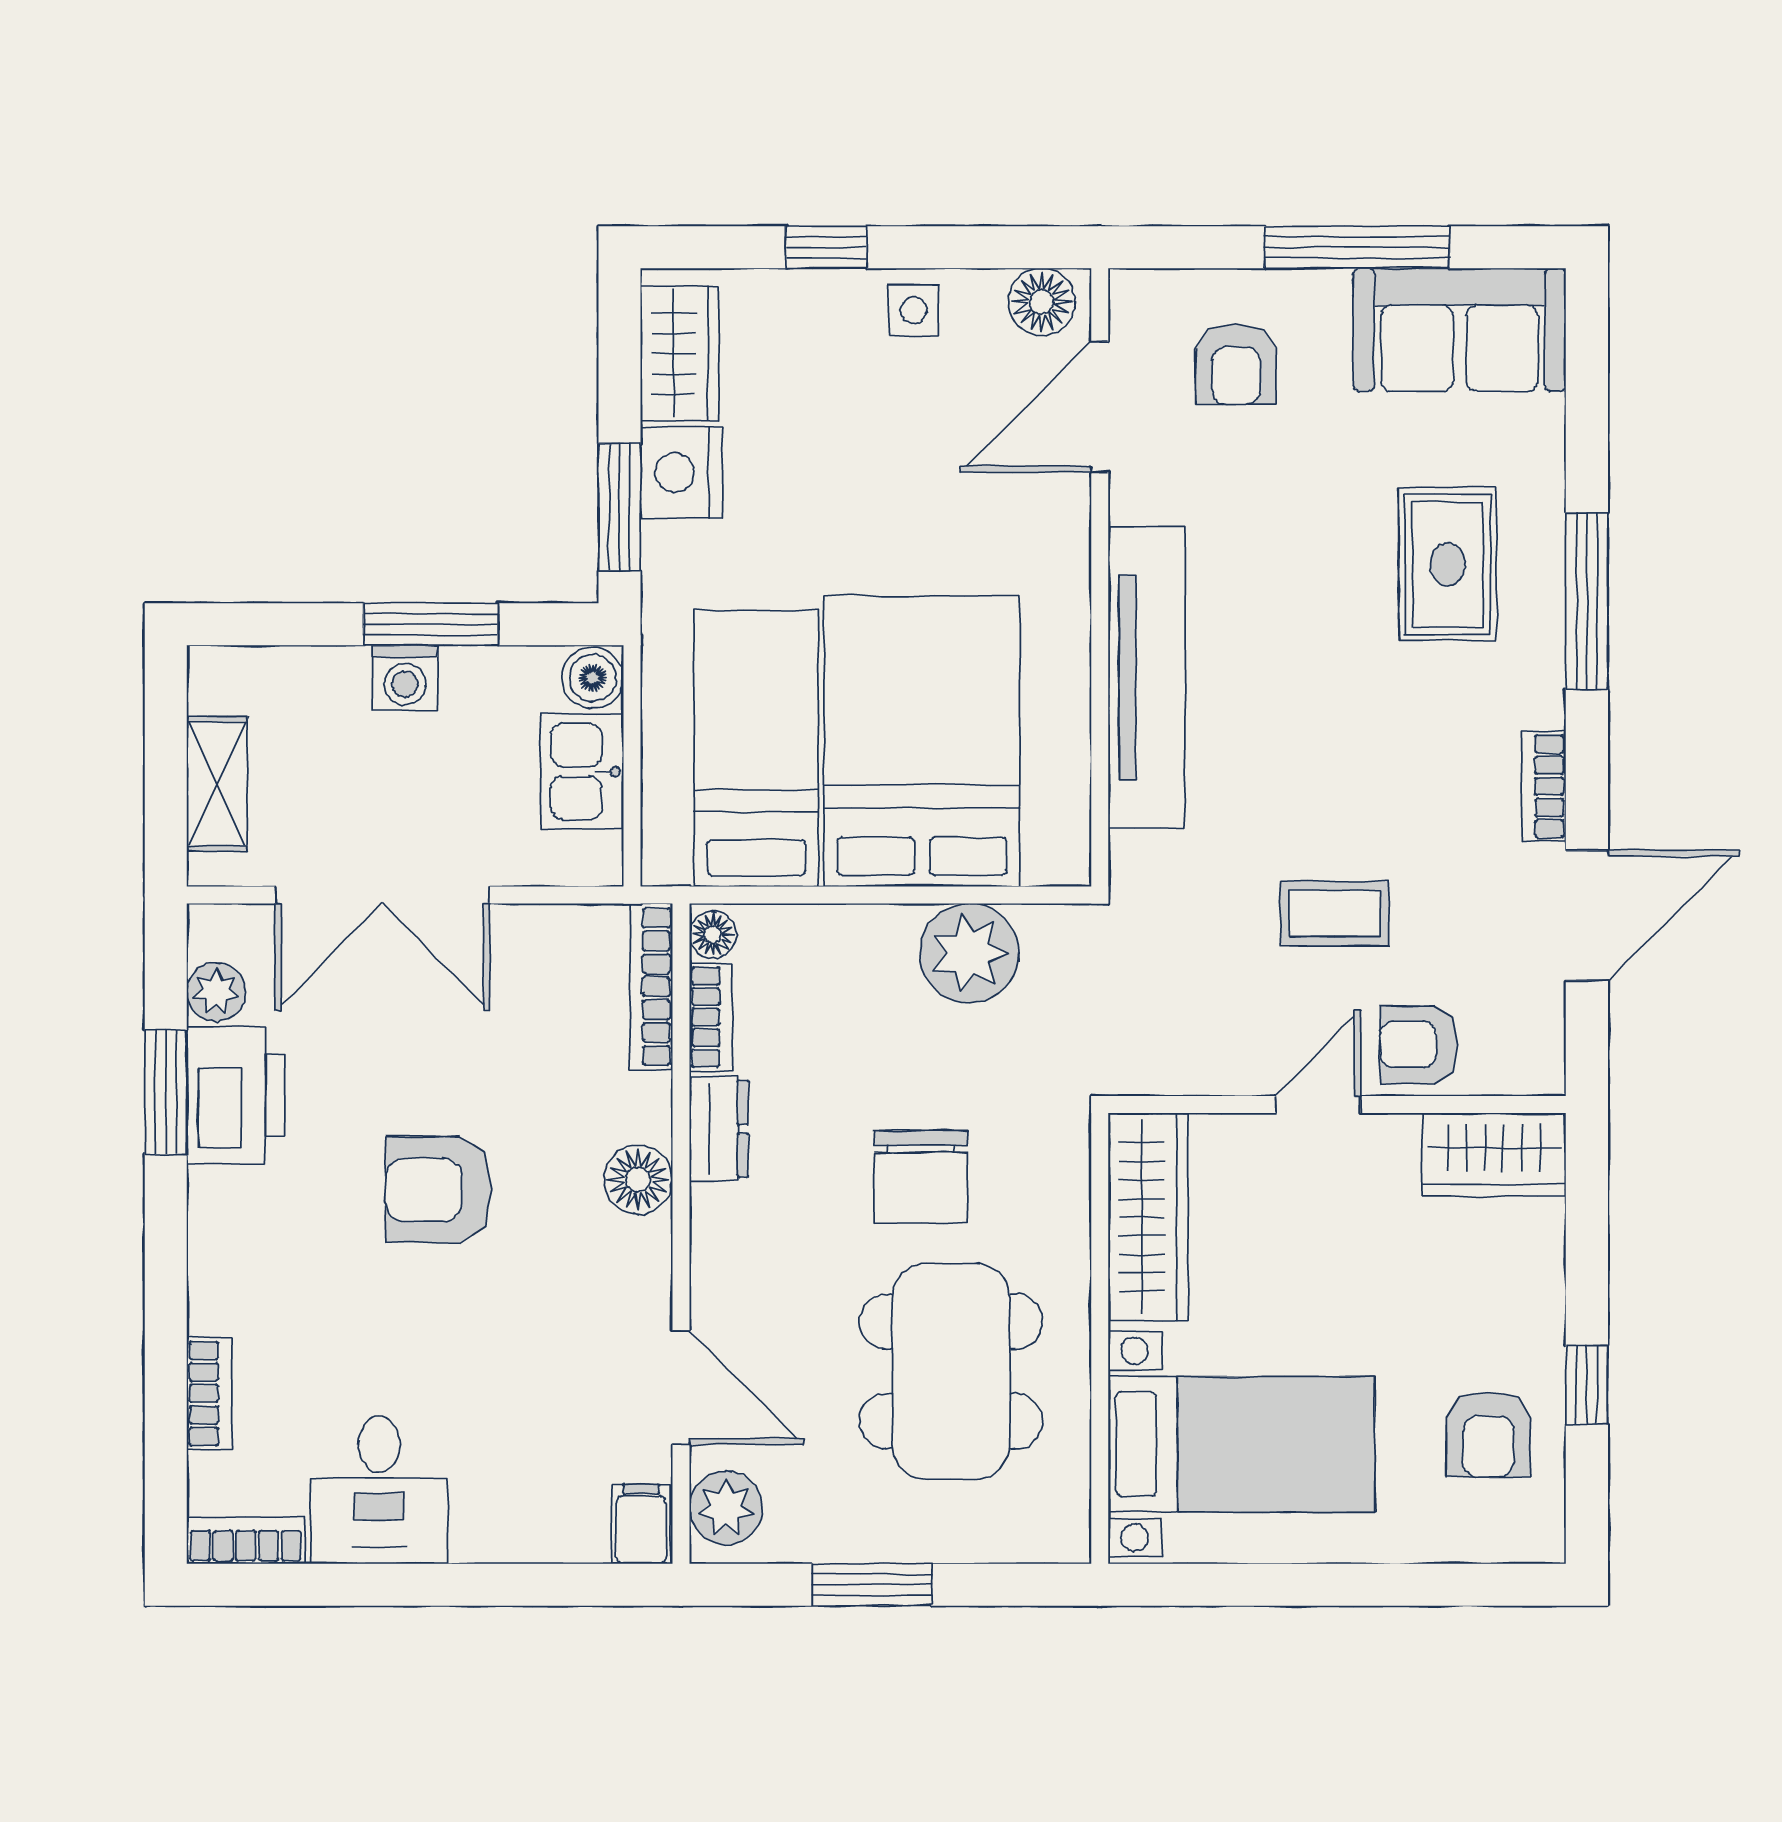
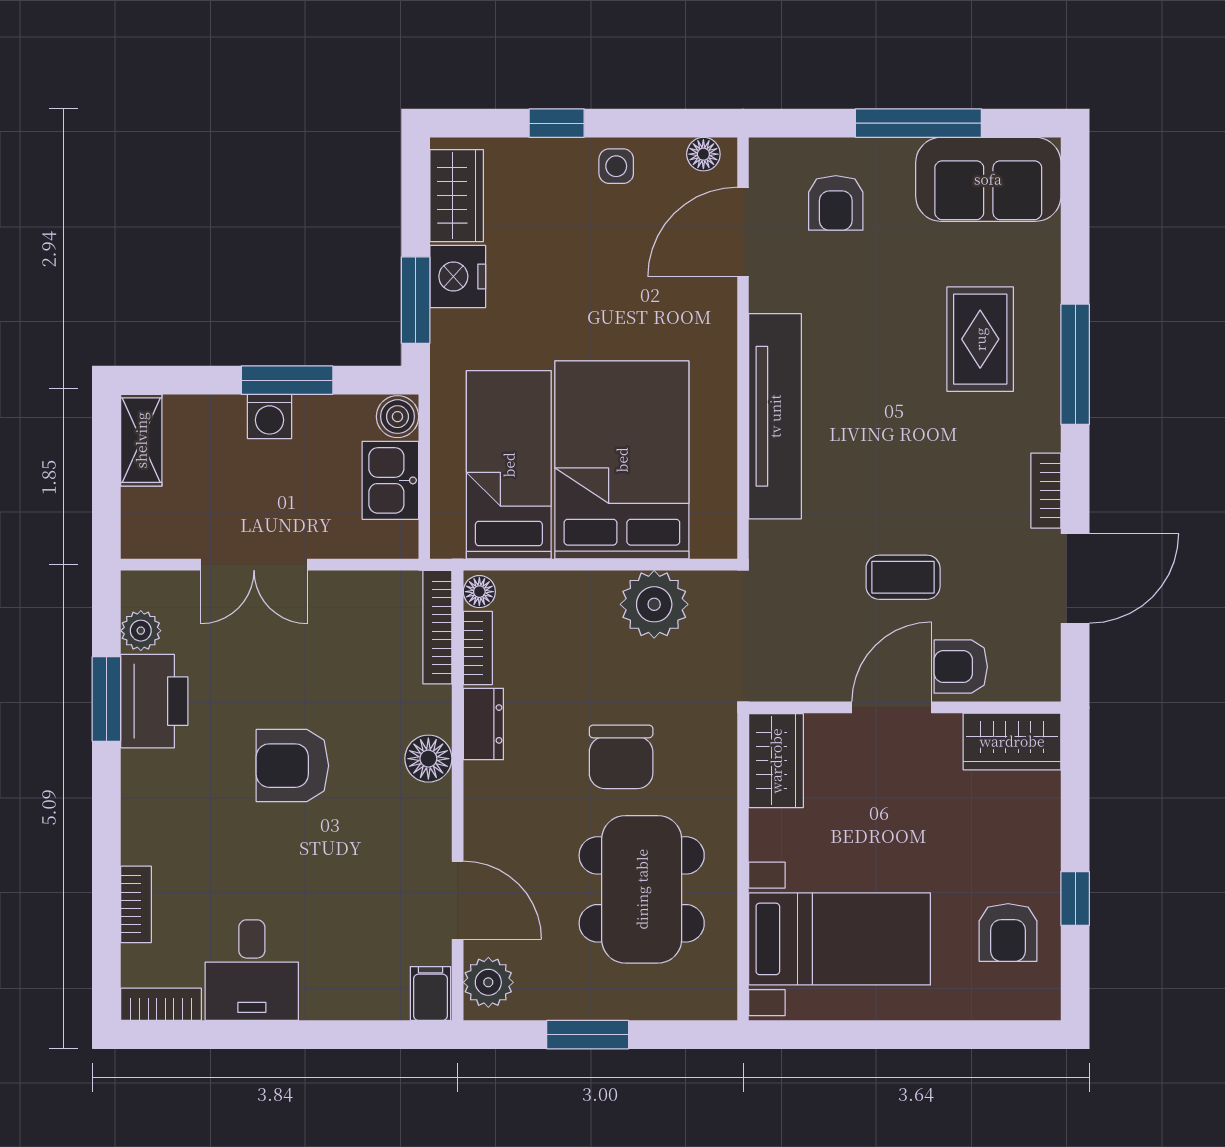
floor lamp: (1042, 302) -> (703, 154), width x0.73, depth x0.73
shelving: (217, 784) -> (141, 440), moved
double door: (382, 895) -> (254, 565), width x0.73
door: (1318, 1104) -> (892, 707), width x1.38
wardrobe: (1148, 1217) -> (776, 761), width x0.67

